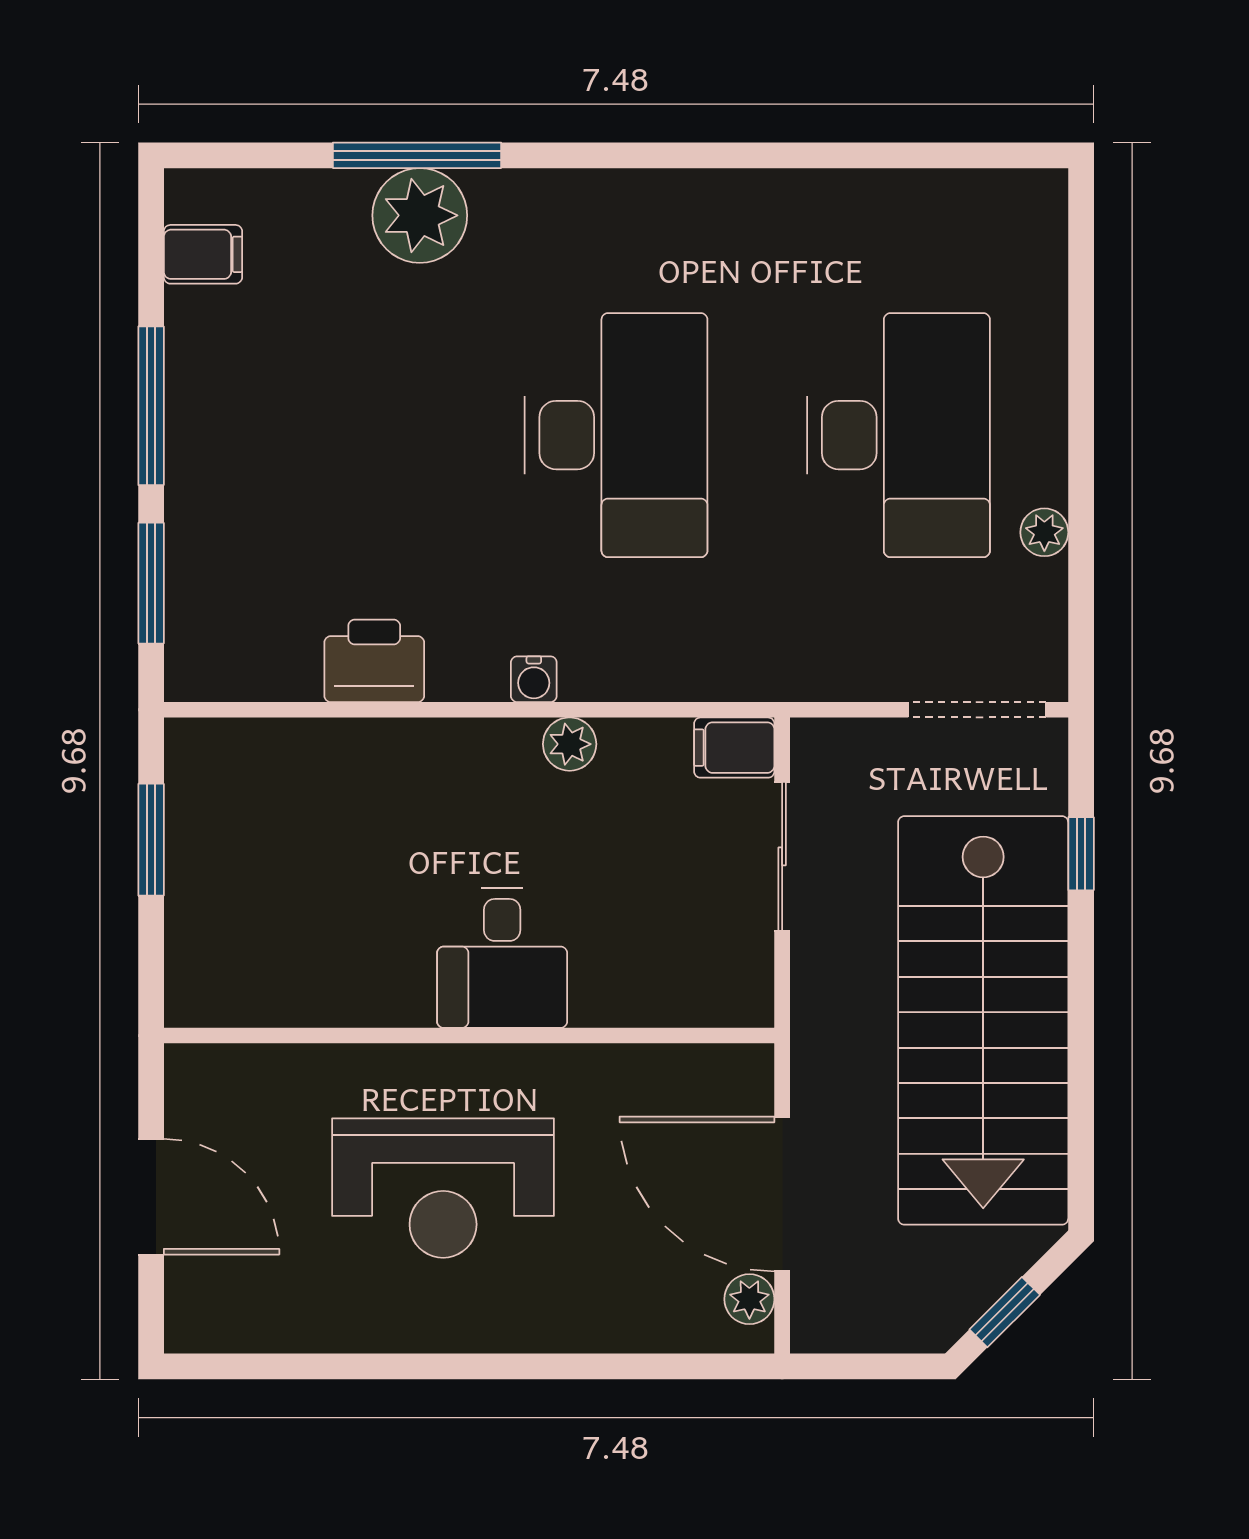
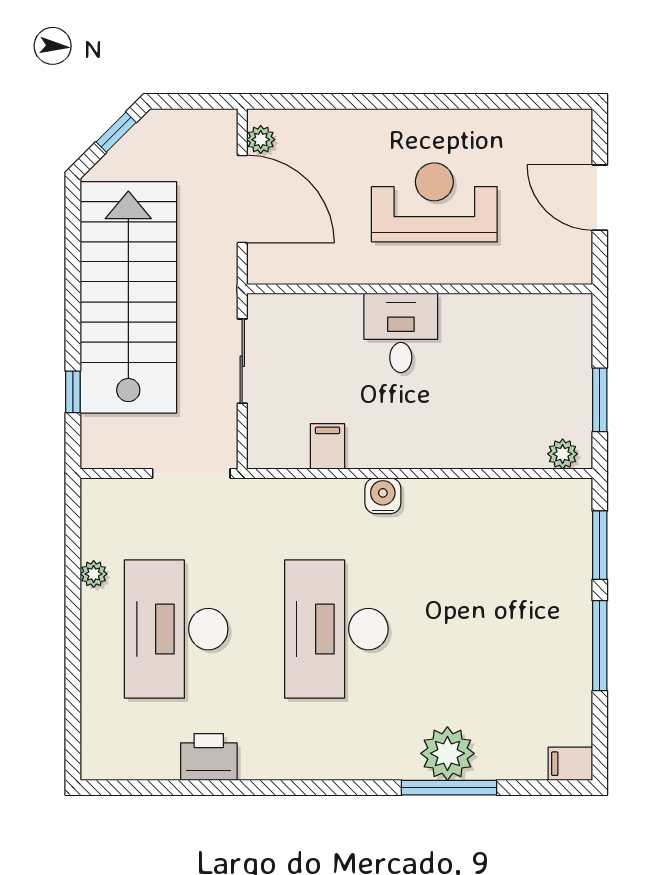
filing cabinet: (203, 254) -> (570, 764), moved
printer: (374, 661) -> (209, 757), moved, turned 180
water cooler: (534, 679) -> (383, 496), width x1.38, depth x1.38
doorway: (977, 710) -> (191, 473), moved
plant: (570, 744) -> (563, 454), moved
filing cabinet: (734, 748) -> (327, 446), moved, turned -90
sliding door: (782, 856) -> (242, 361), moved

